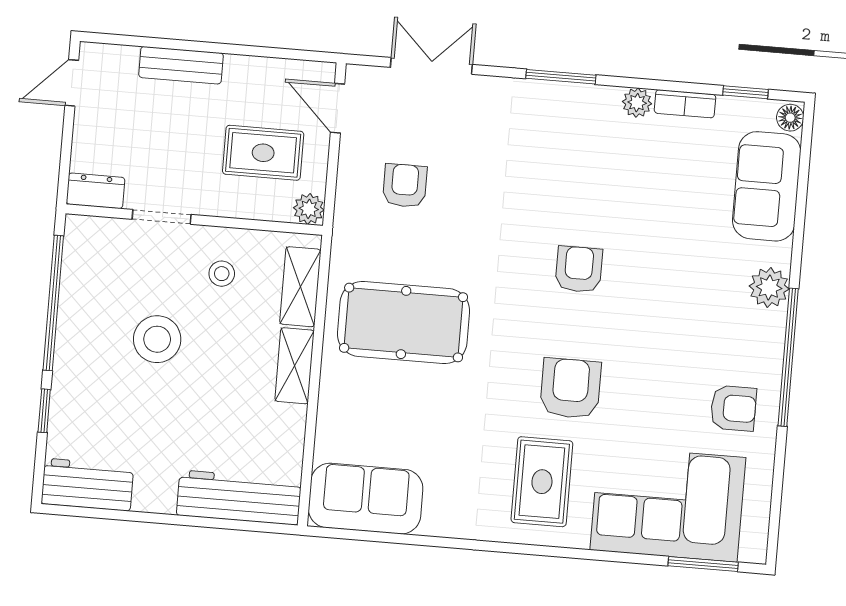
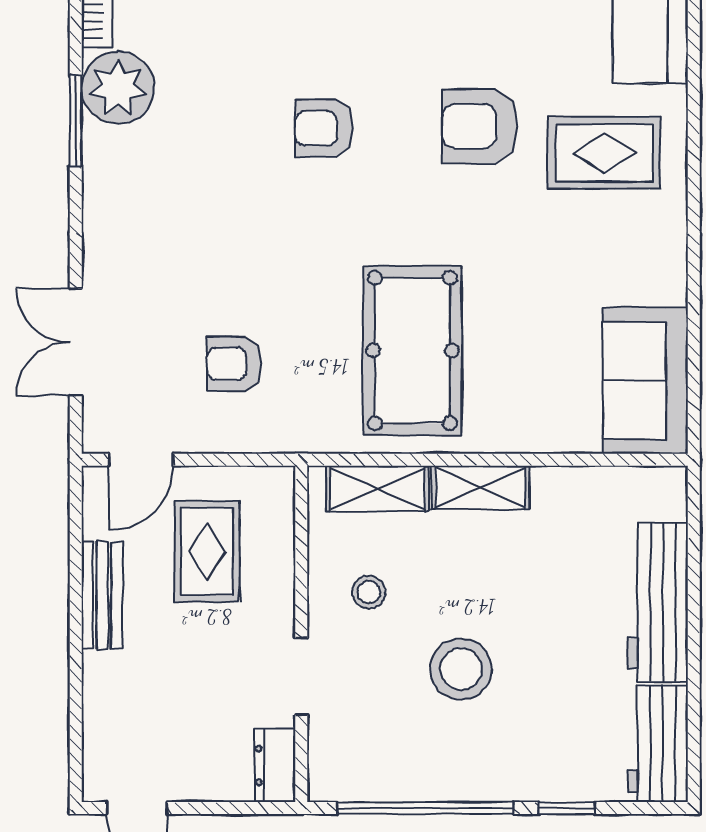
bench: (181, 65) -> (102, 595), moved
window: (561, 77) -> (76, 121), moved
plant: (637, 103) -> (118, 88), width x1.88, depth x1.88
plant: (309, 209) -> (275, 486), removed
workbench: (239, 498) -> (658, 602), moved

